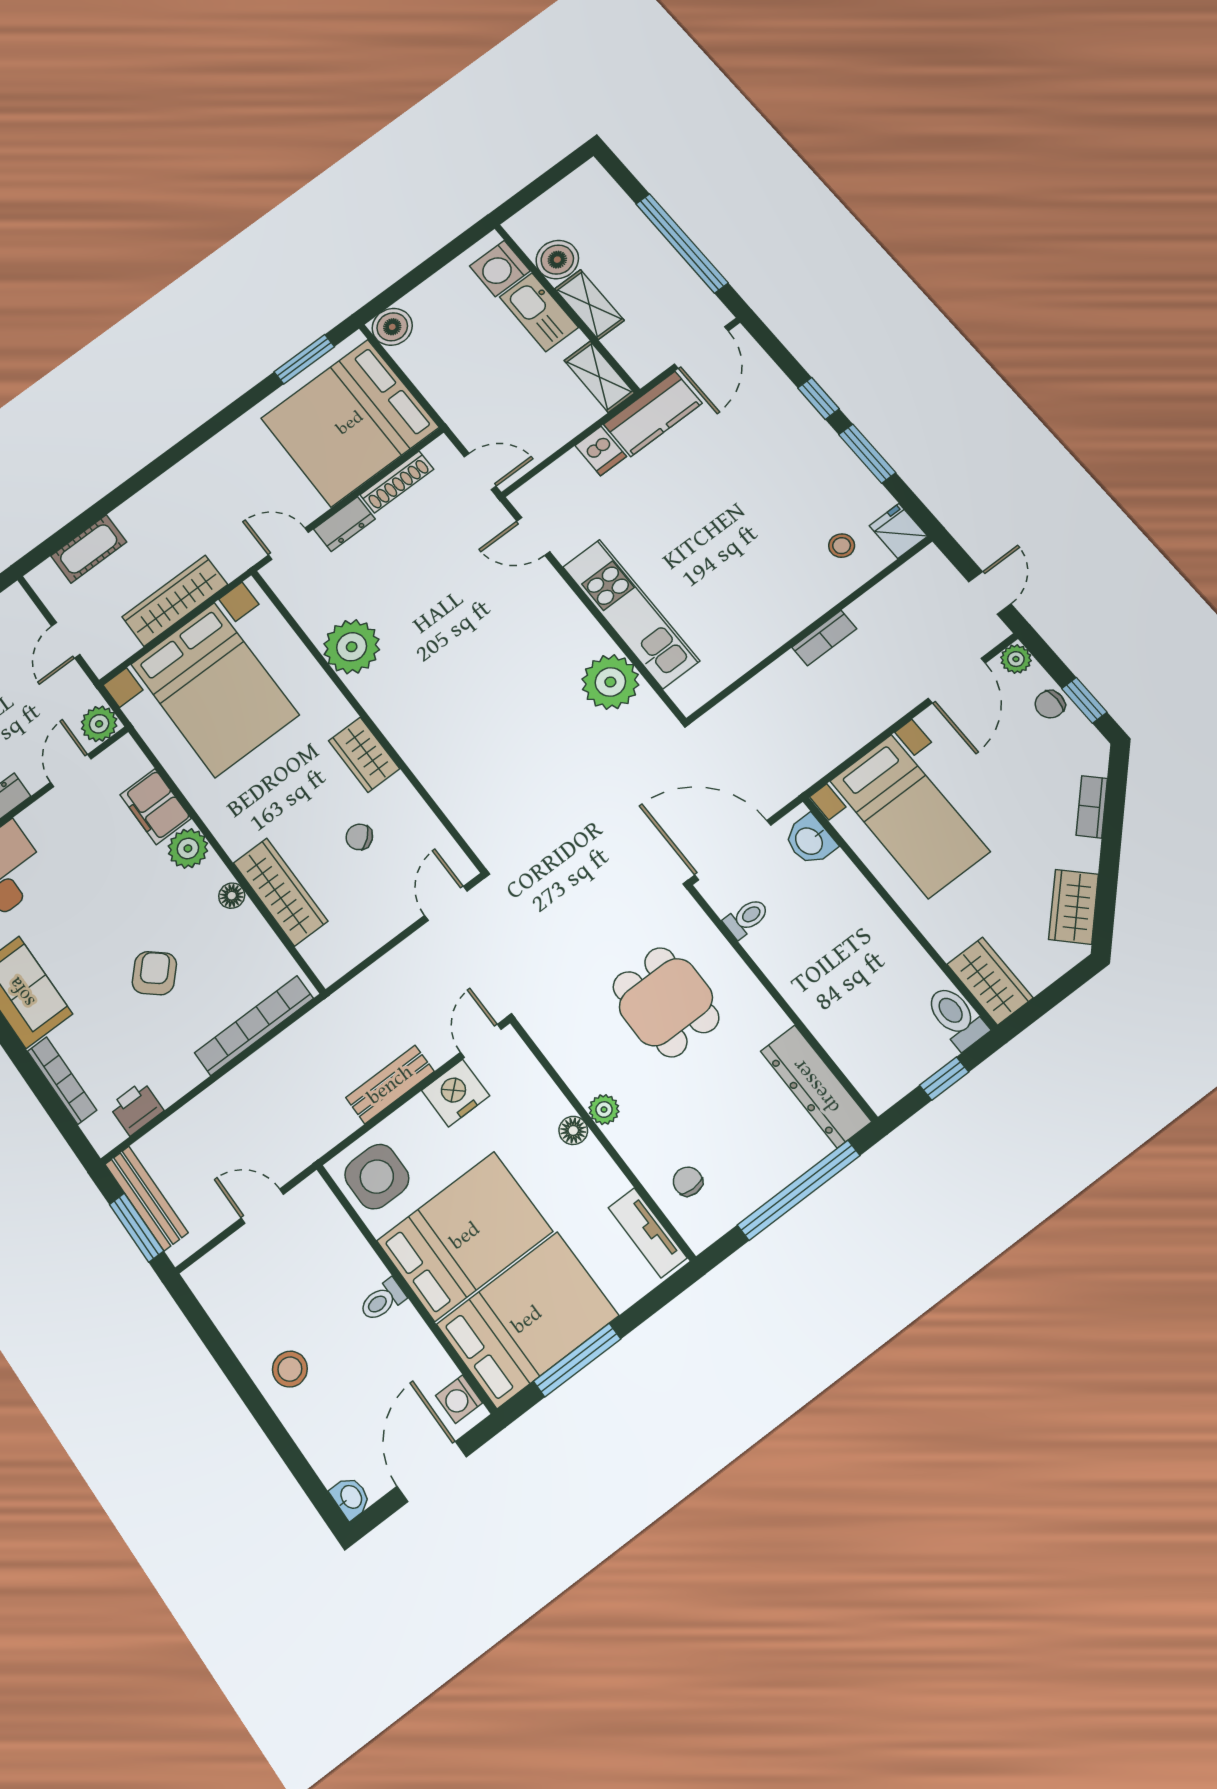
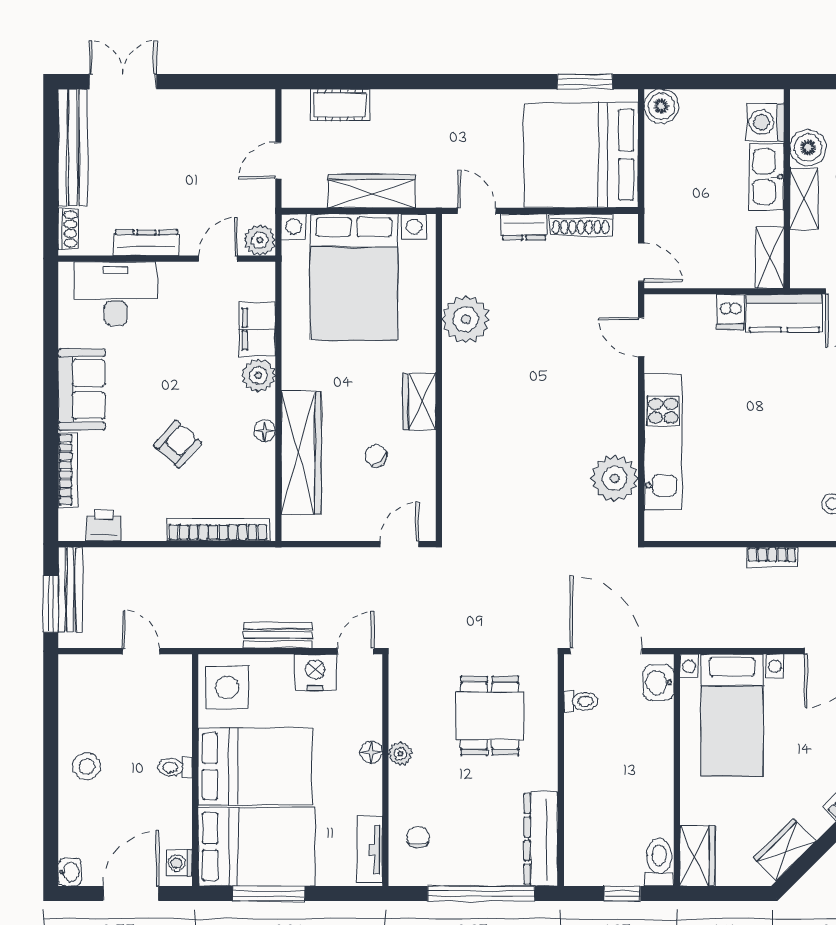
wardrobe: (280, 892) -> (301, 453), width x1.40, depth x1.17

